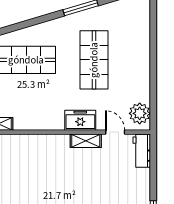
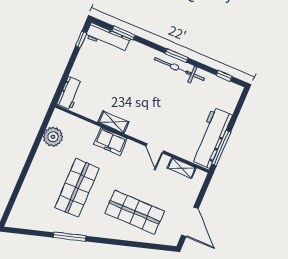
plant: (140, 113) -> (53, 137), moved
door: (115, 132) -> (155, 148), moved

